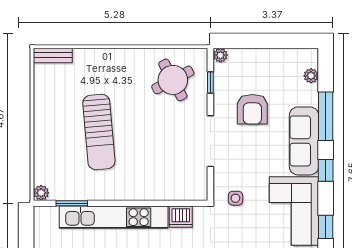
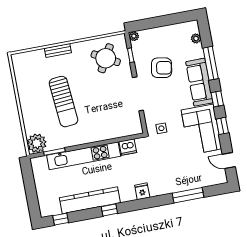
bench: (53, 55) -> (58, 50), moved
round table: (173, 80) -> (106, 58), turned -33
armchair: (252, 109) -> (162, 68), turned -80
plant: (41, 193) -> (37, 143), width x1.88, depth x1.88
window: (326, 227) -> (222, 126), moved

